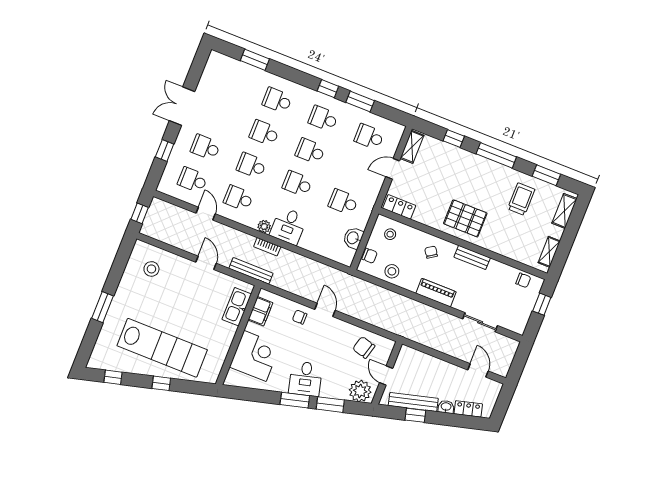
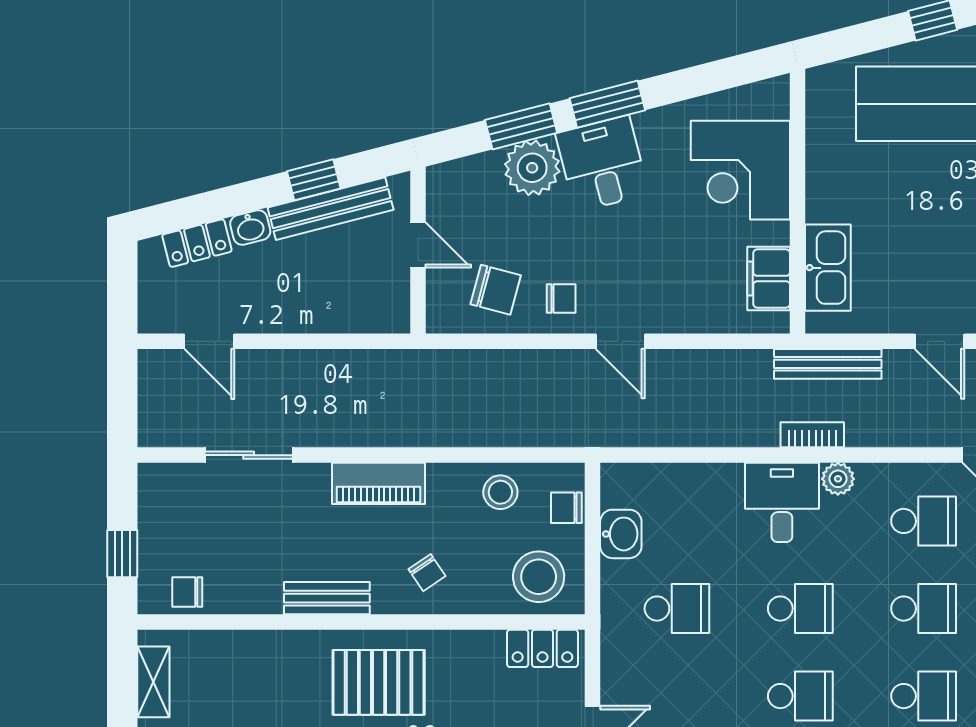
stool: (390, 234) -> (539, 577), width x1.89, depth x1.89
chair: (300, 317) -> (561, 299), moved
plant: (360, 391) -> (532, 168), moved

